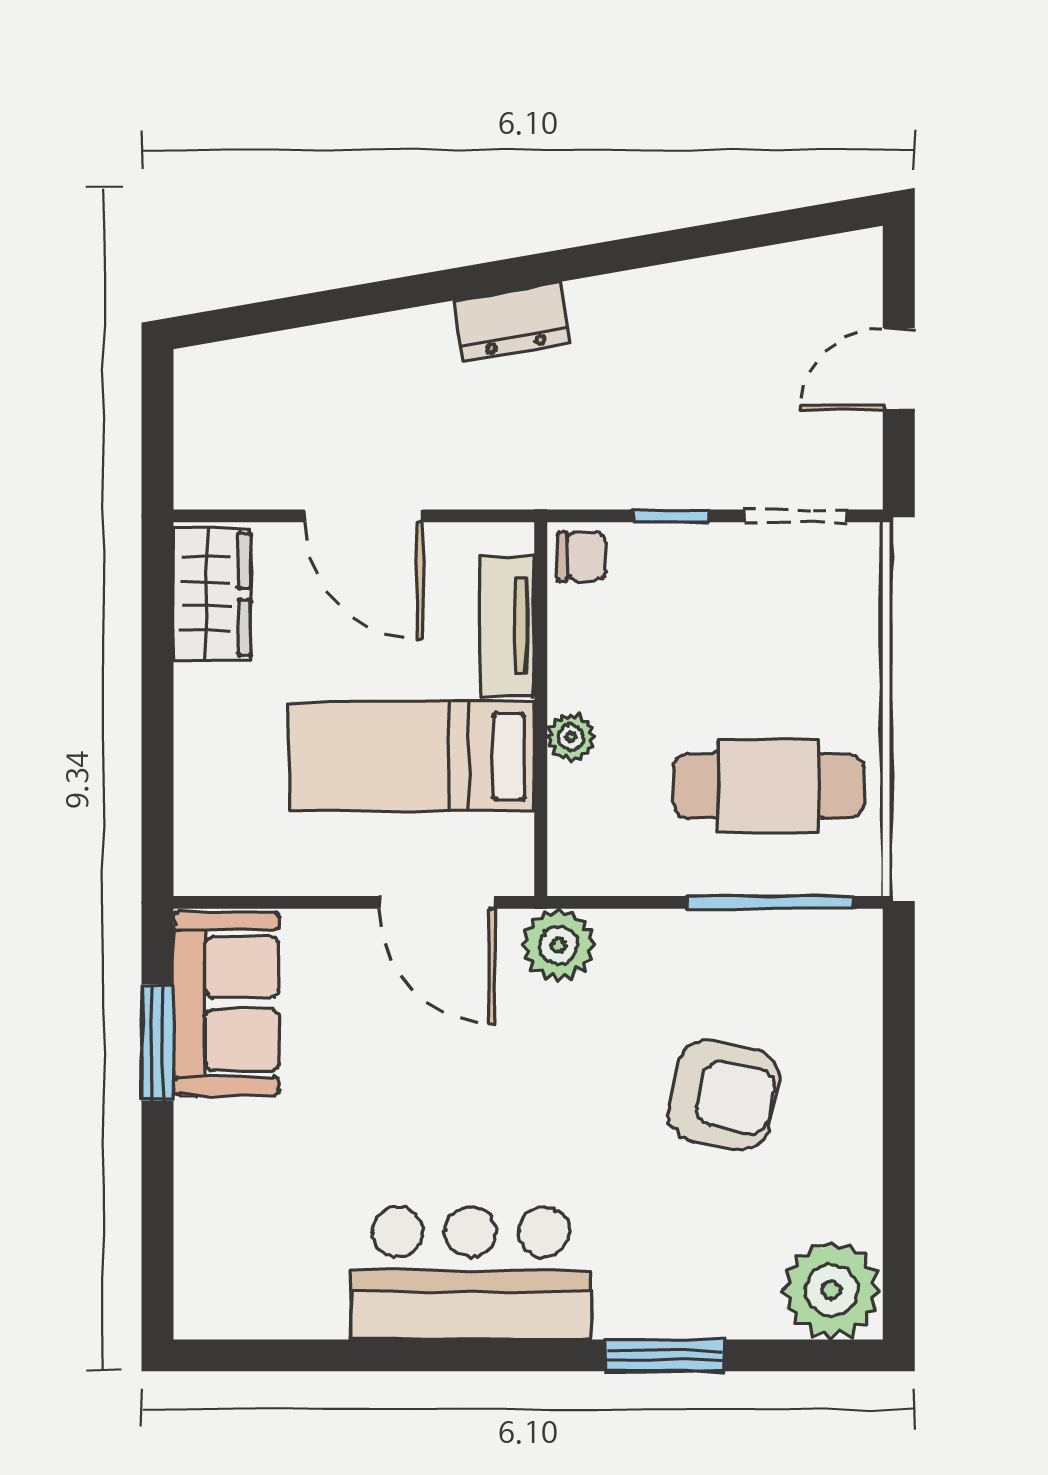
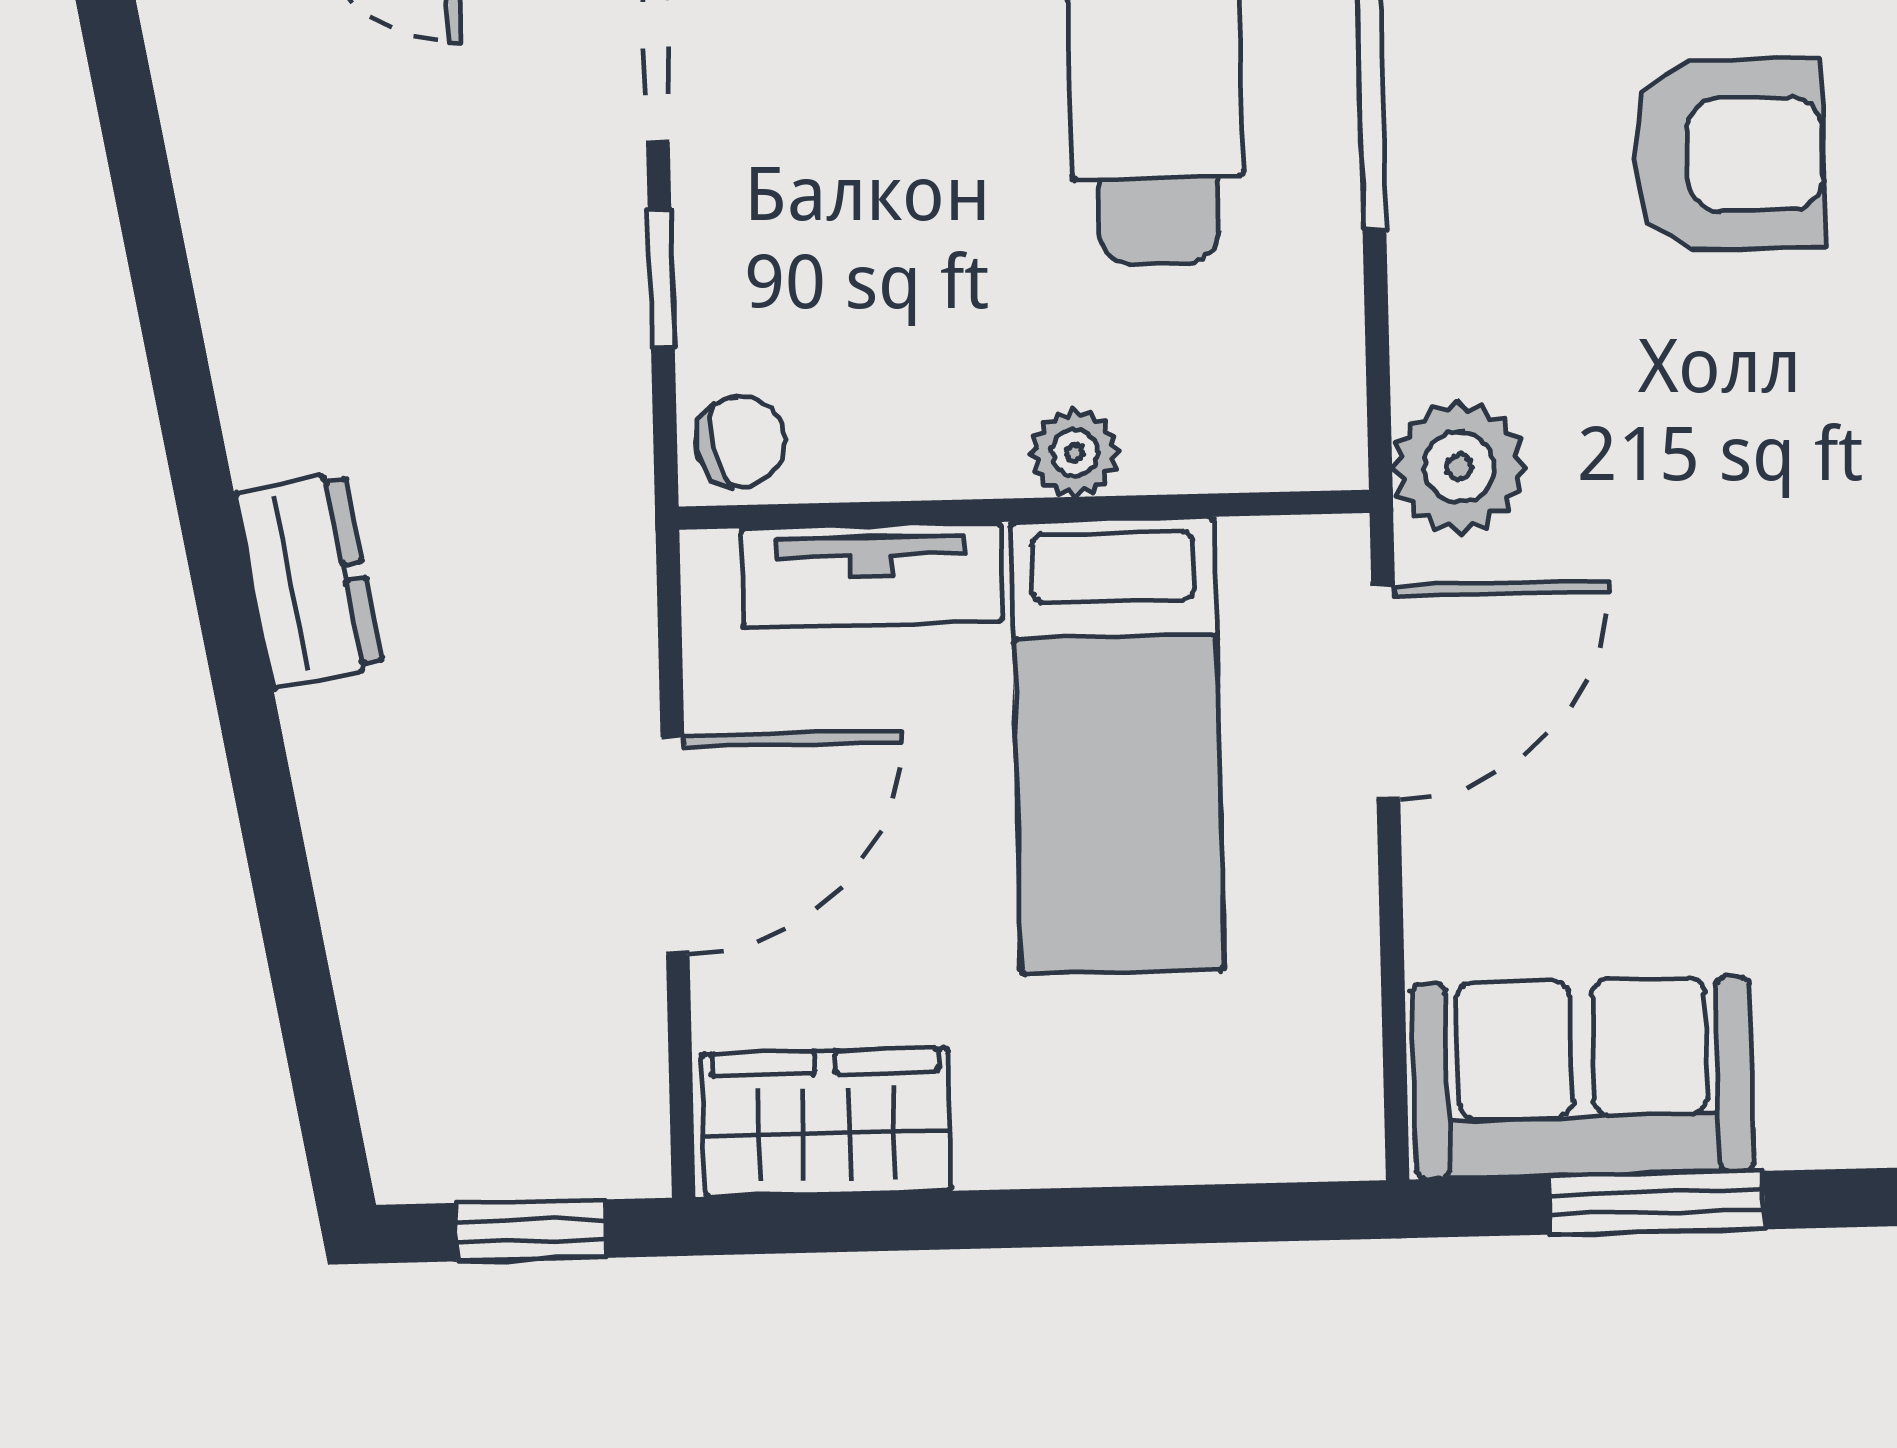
window: (157, 433) -> (531, 1230), added
chair: (582, 556) -> (740, 441), turned 79
armchair: (724, 1095) -> (1728, 155), turned 78

